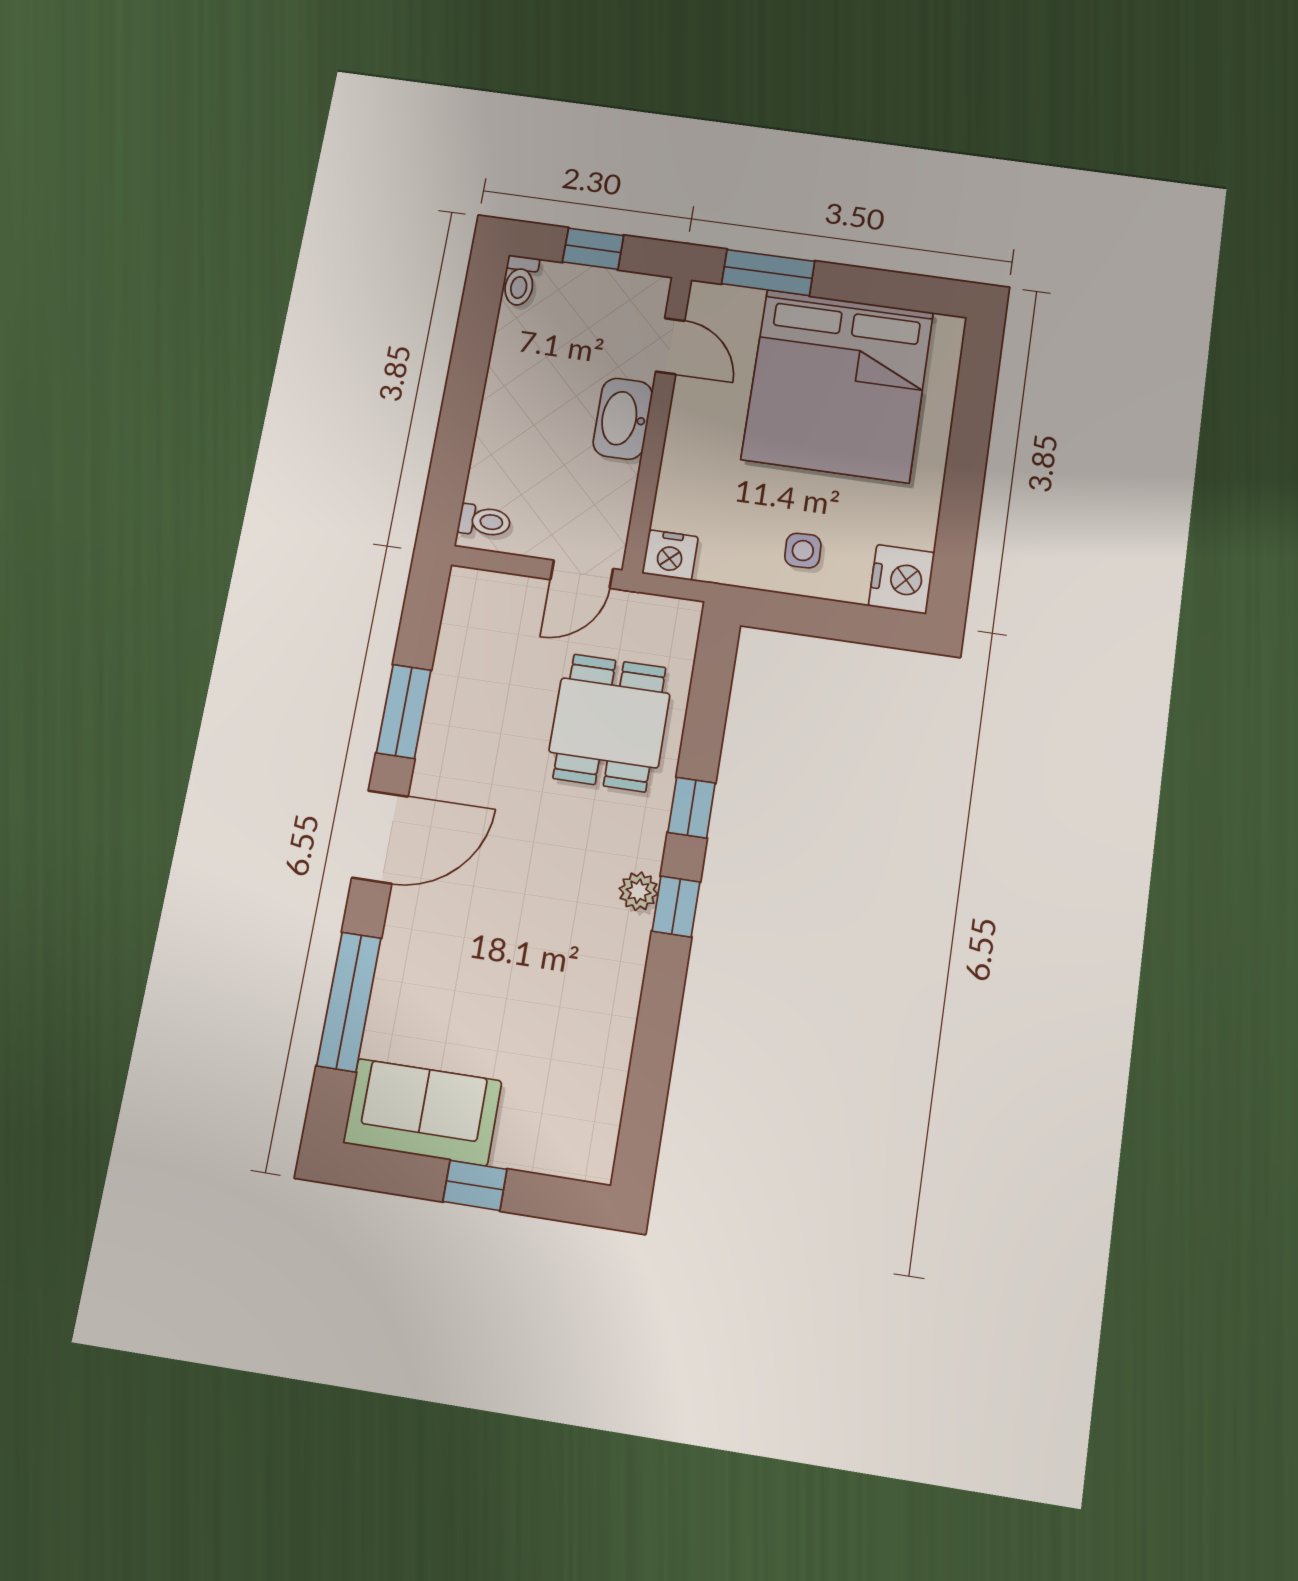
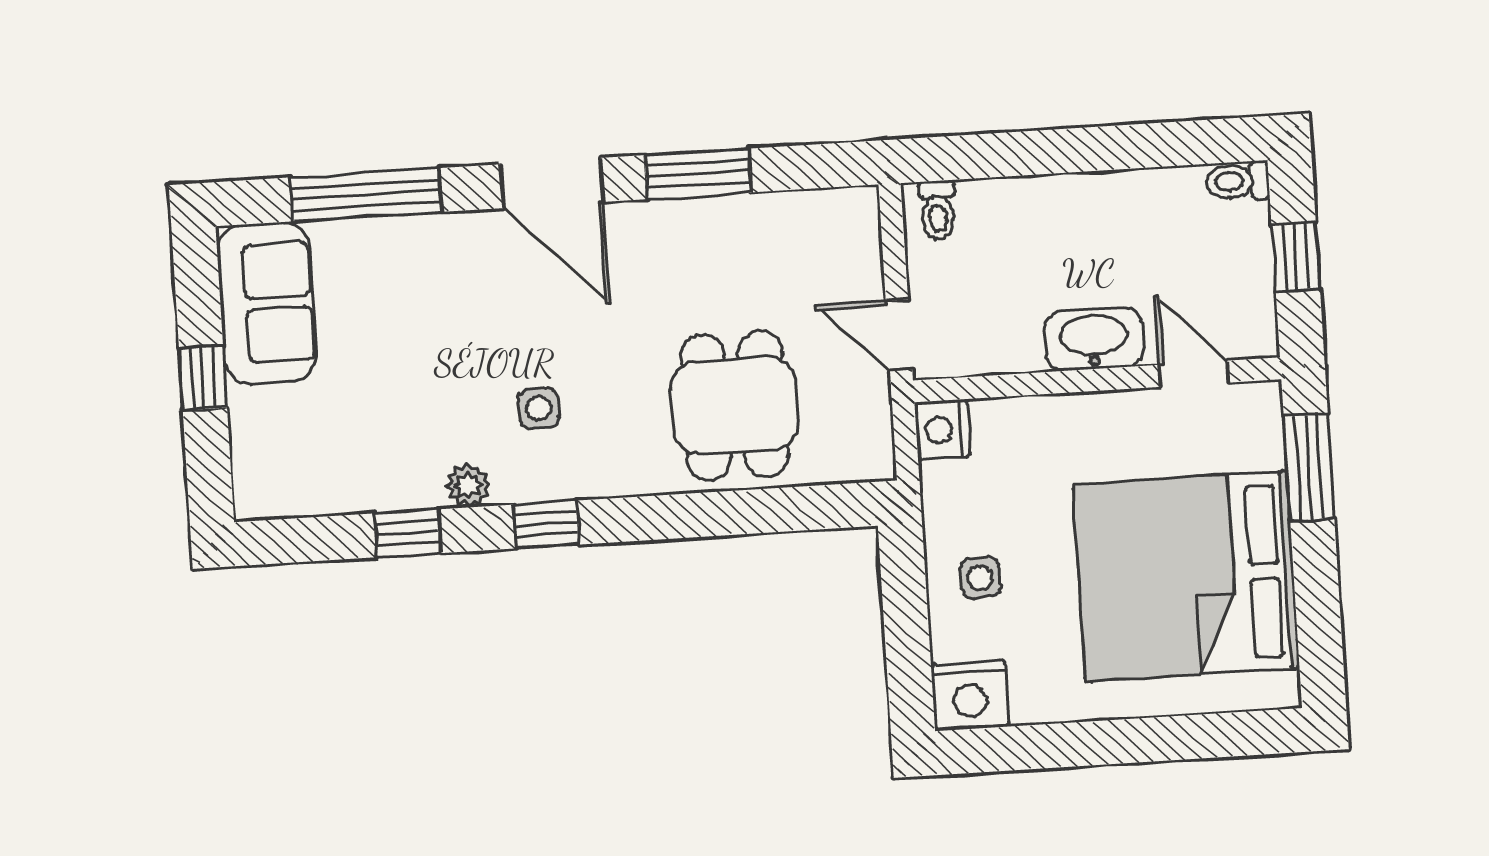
door: (670, 346) -> (1194, 374), swing flipped
dining table: (610, 723) -> (735, 406), turned 90
window: (692, 808) -> (408, 533), moved
side table: (573, 891) -> (539, 408), added
plant: (638, 891) -> (468, 485), moved

